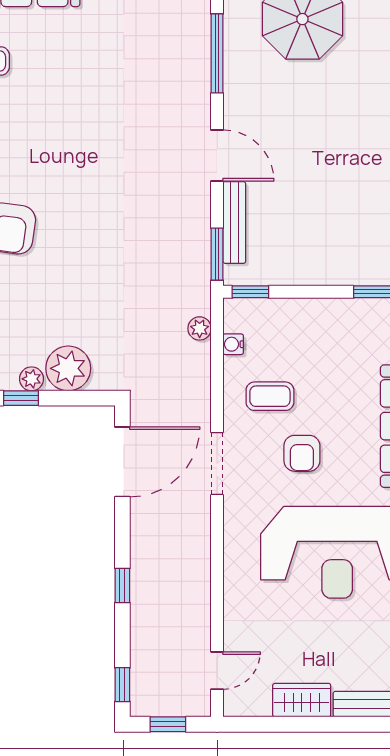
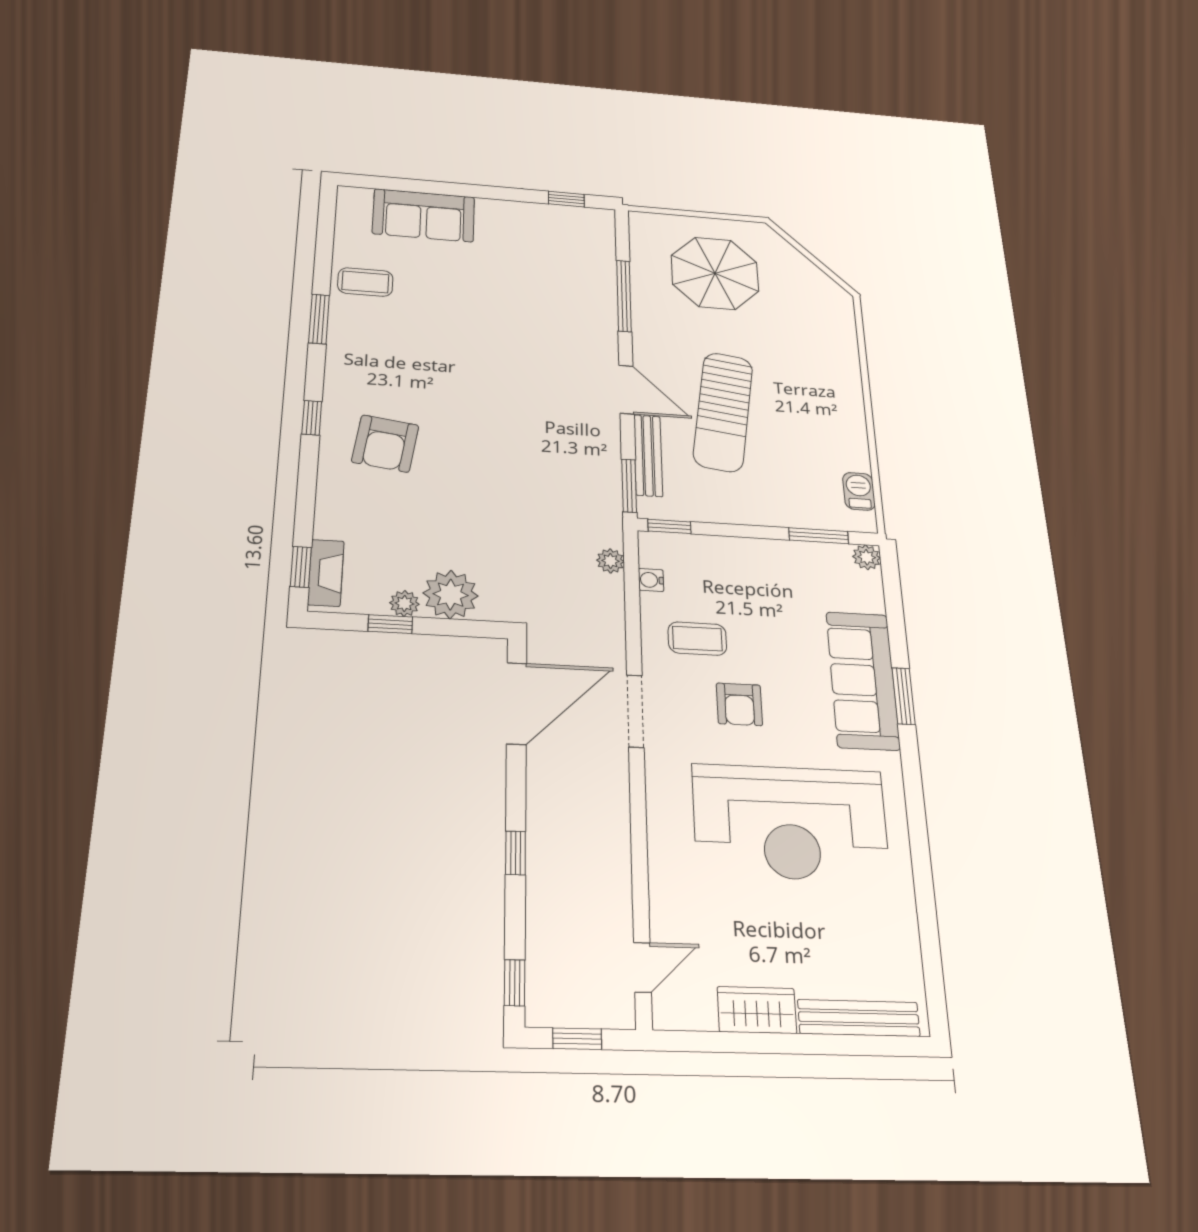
sun lounger: (303, 172) -> (723, 412), added

